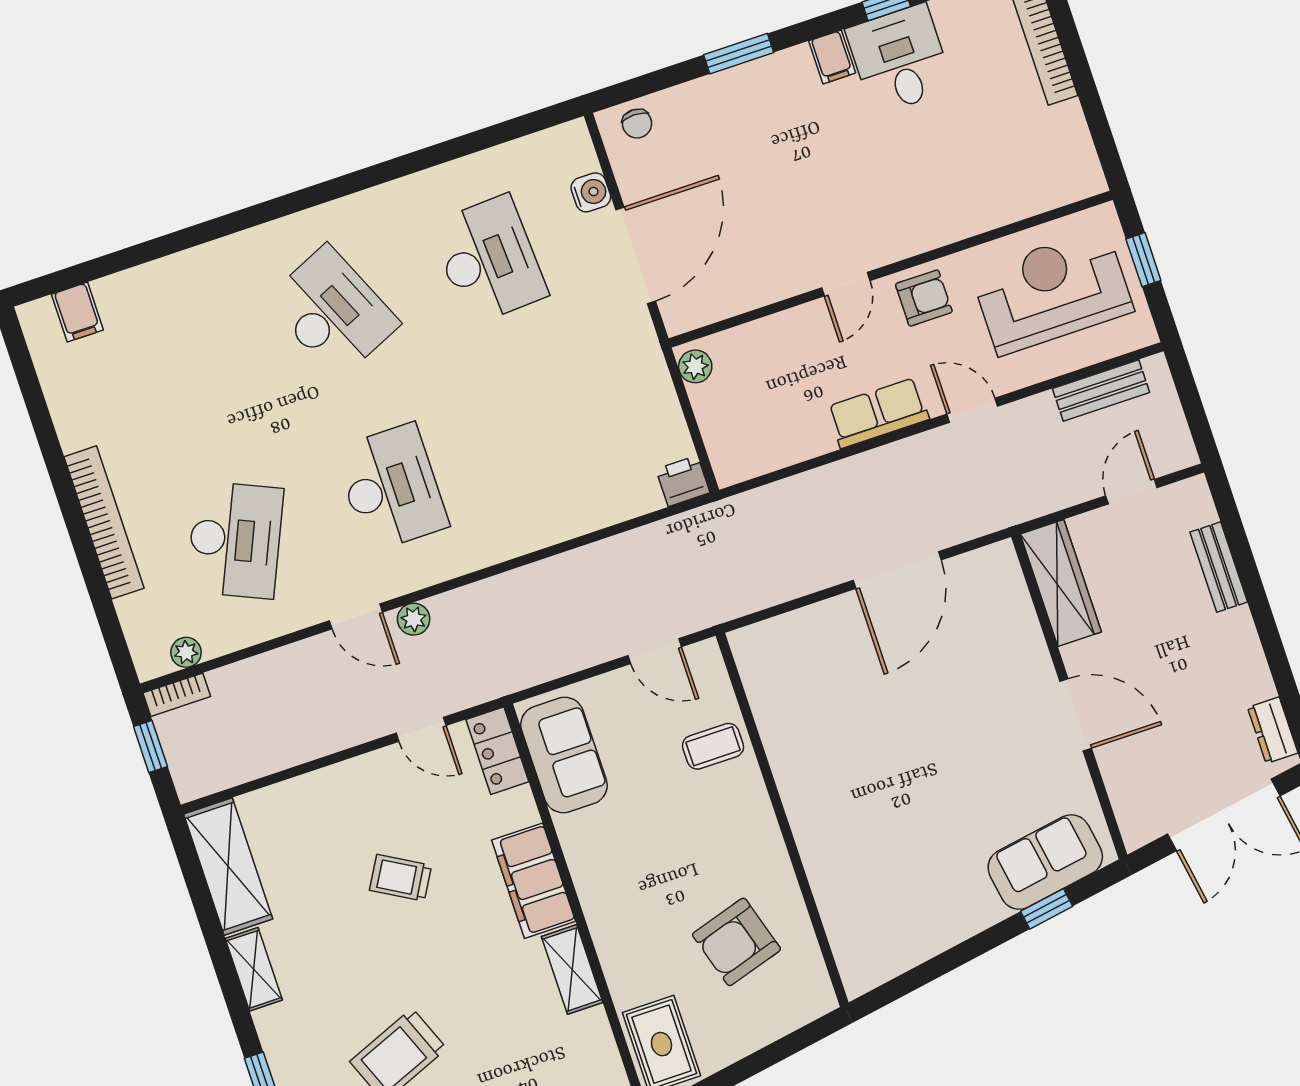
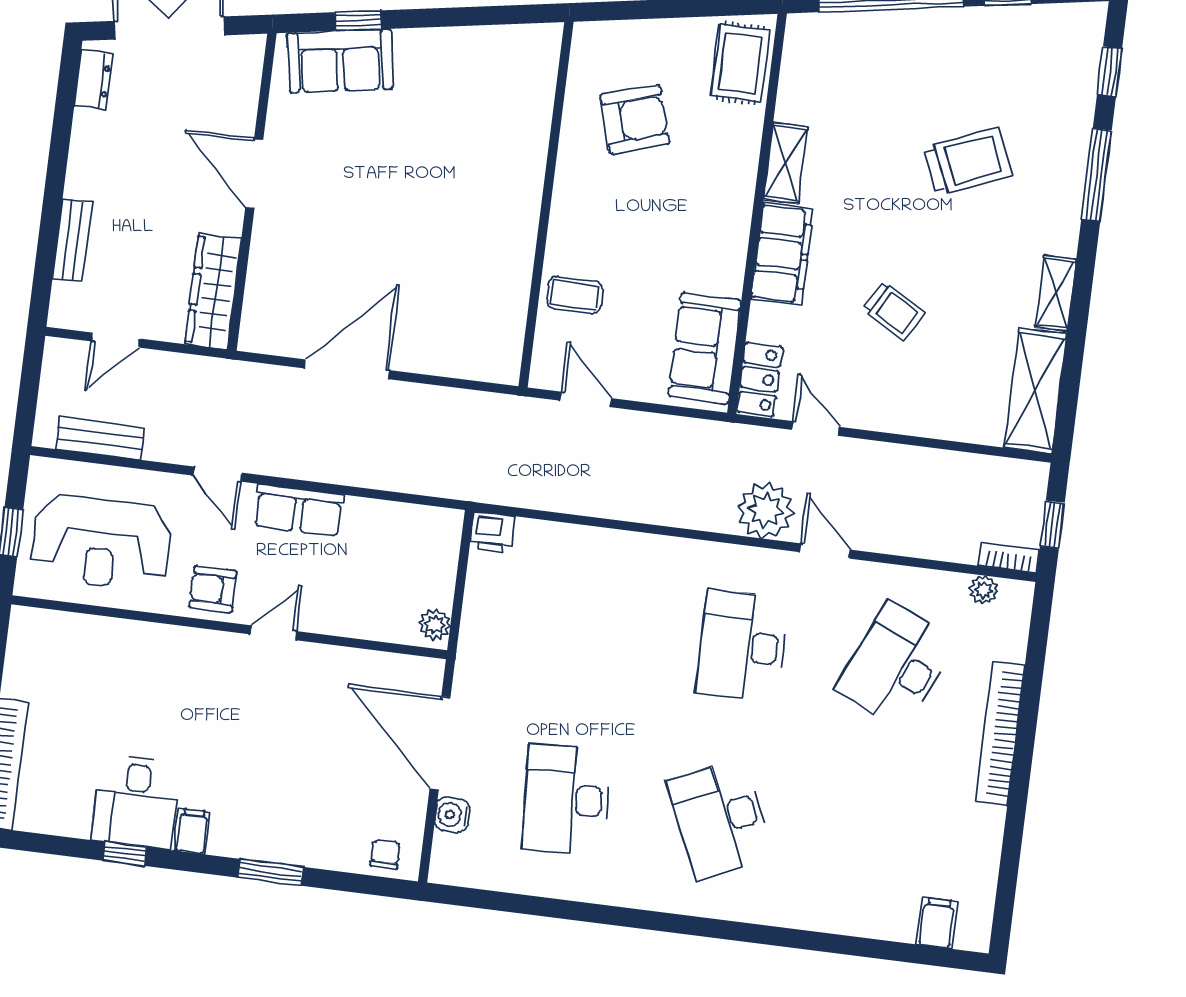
door: (636, 255) -> (440, 743), hinge flipped
plant: (414, 619) -> (766, 510), width x1.88, depth x1.88

